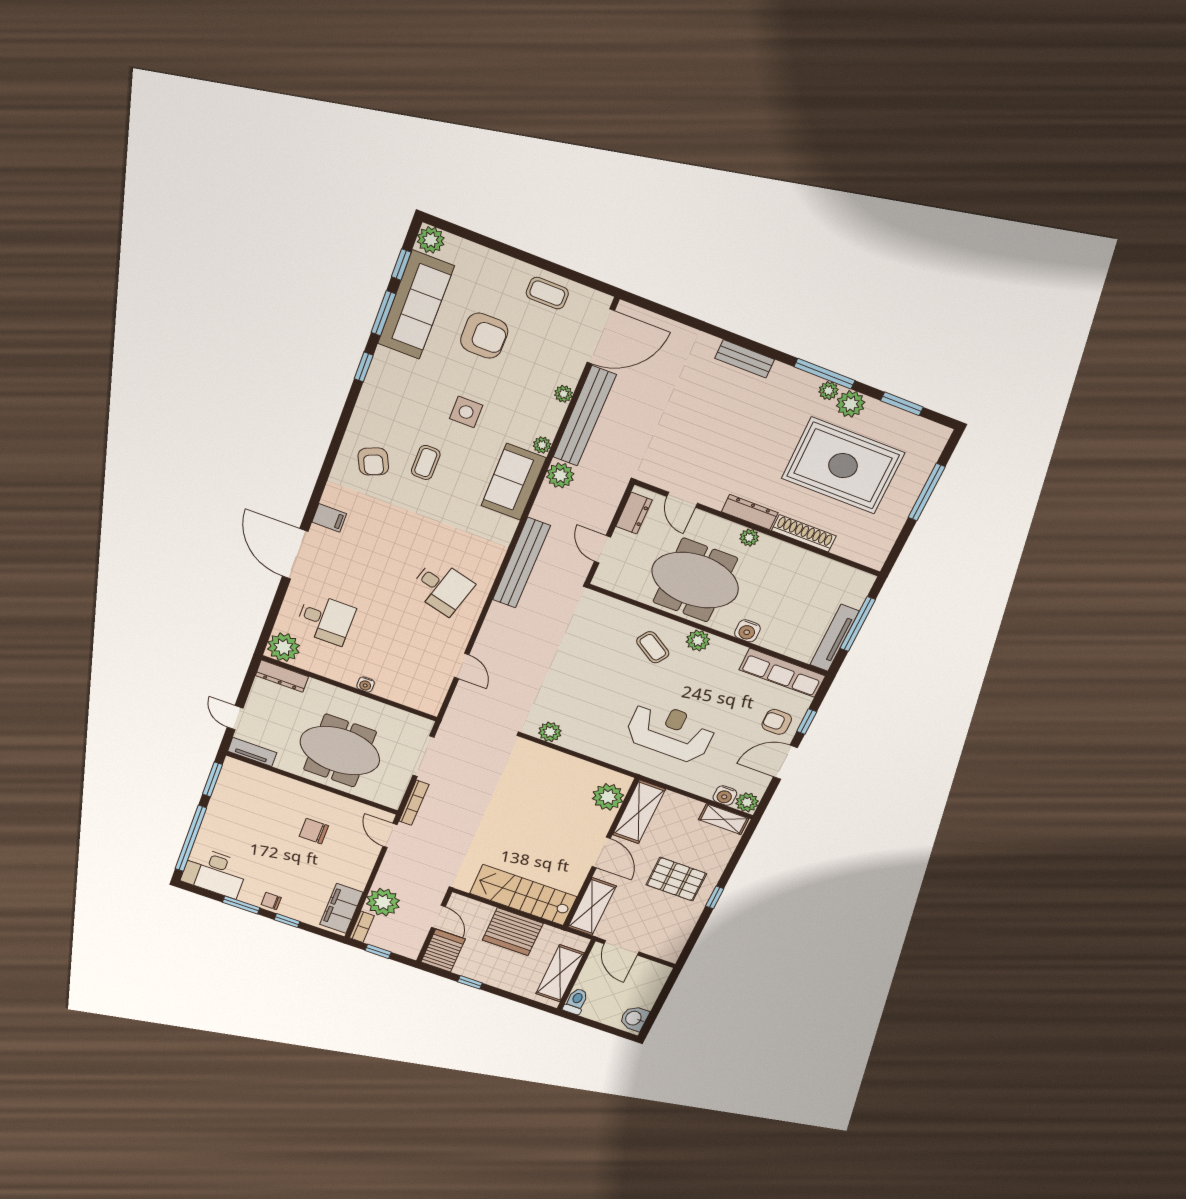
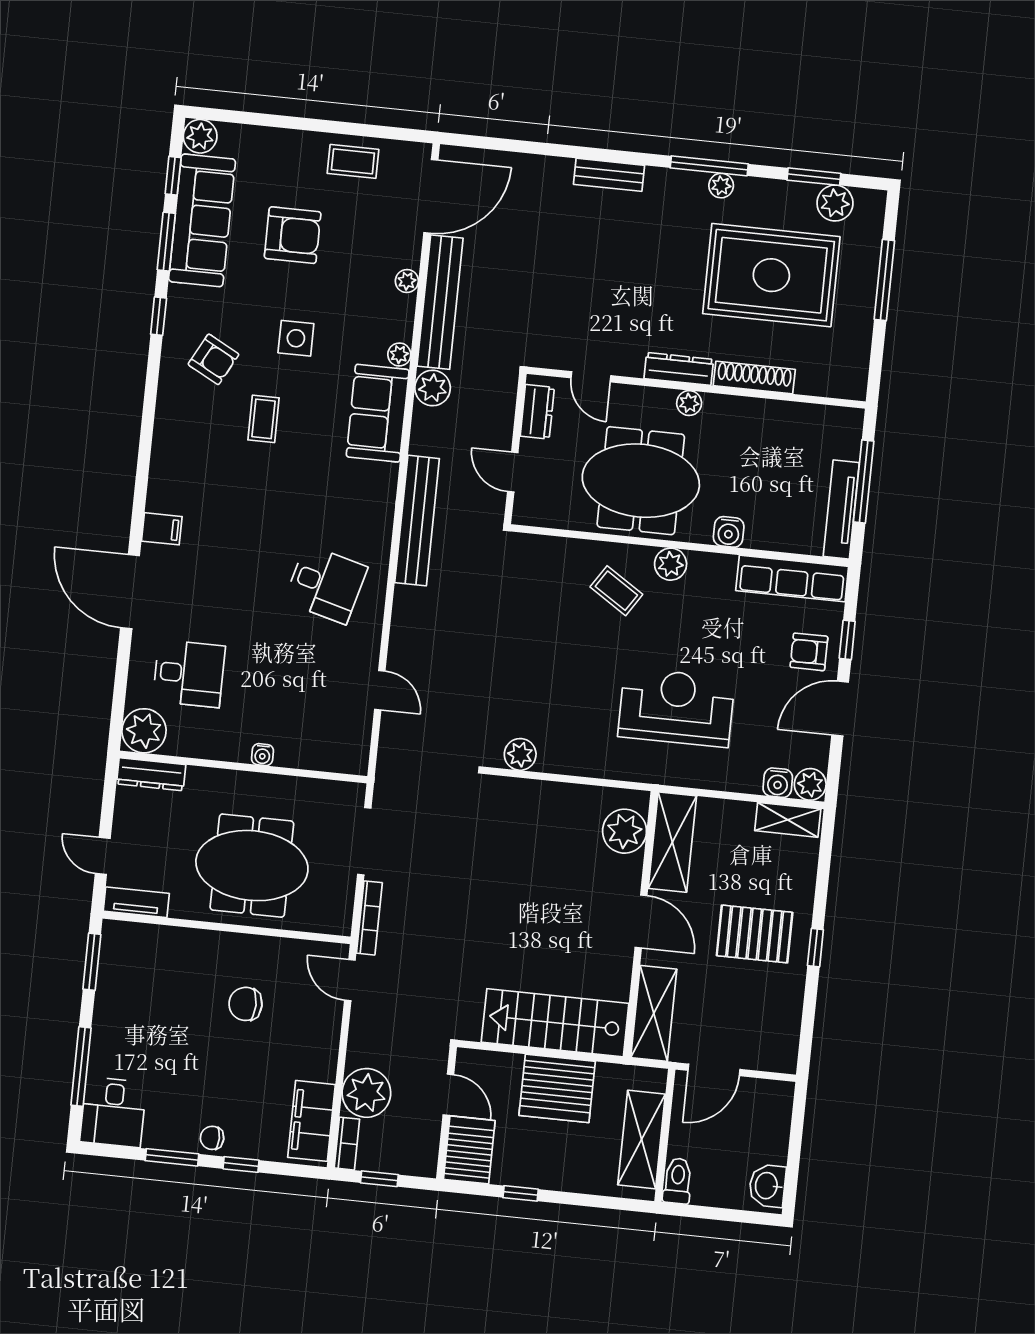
plant: (851, 404) -> (835, 203), moved
armchair: (373, 462) -> (213, 359), moved, turned -38
window: (191, 838) -> (81, 1067), width x0.68
desk: (215, 872) -> (113, 1112), width x0.73
door: (621, 948) -> (714, 1070), hinge flipped

